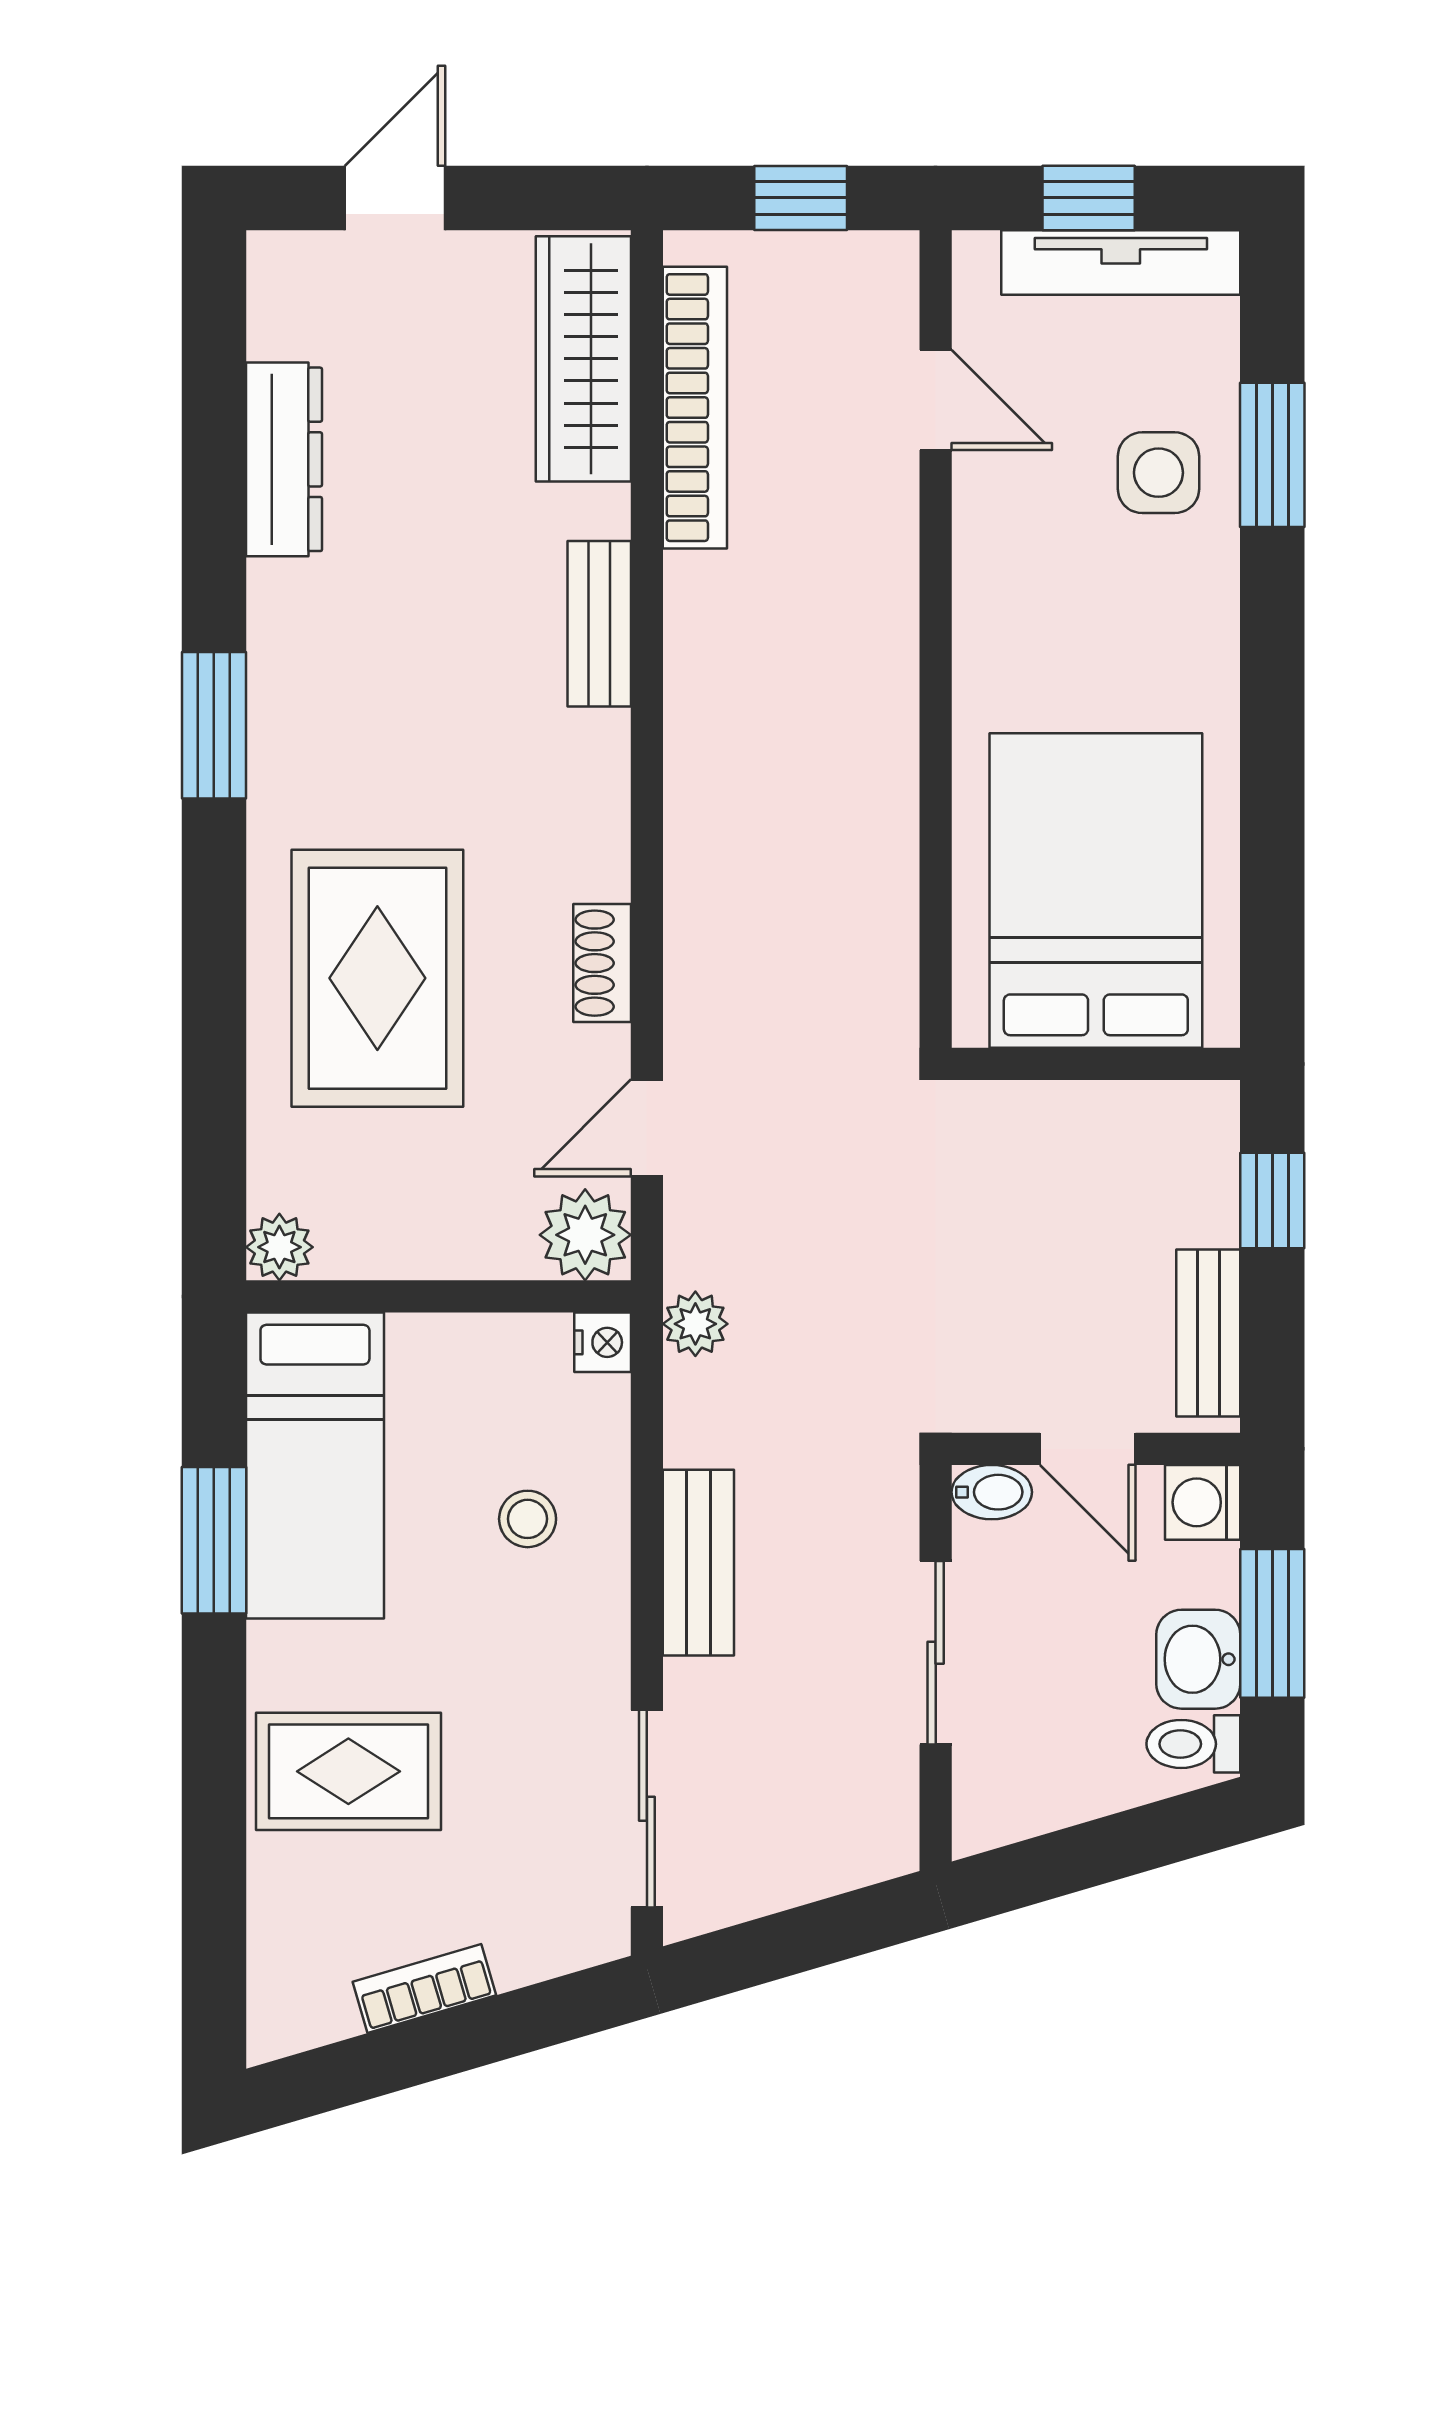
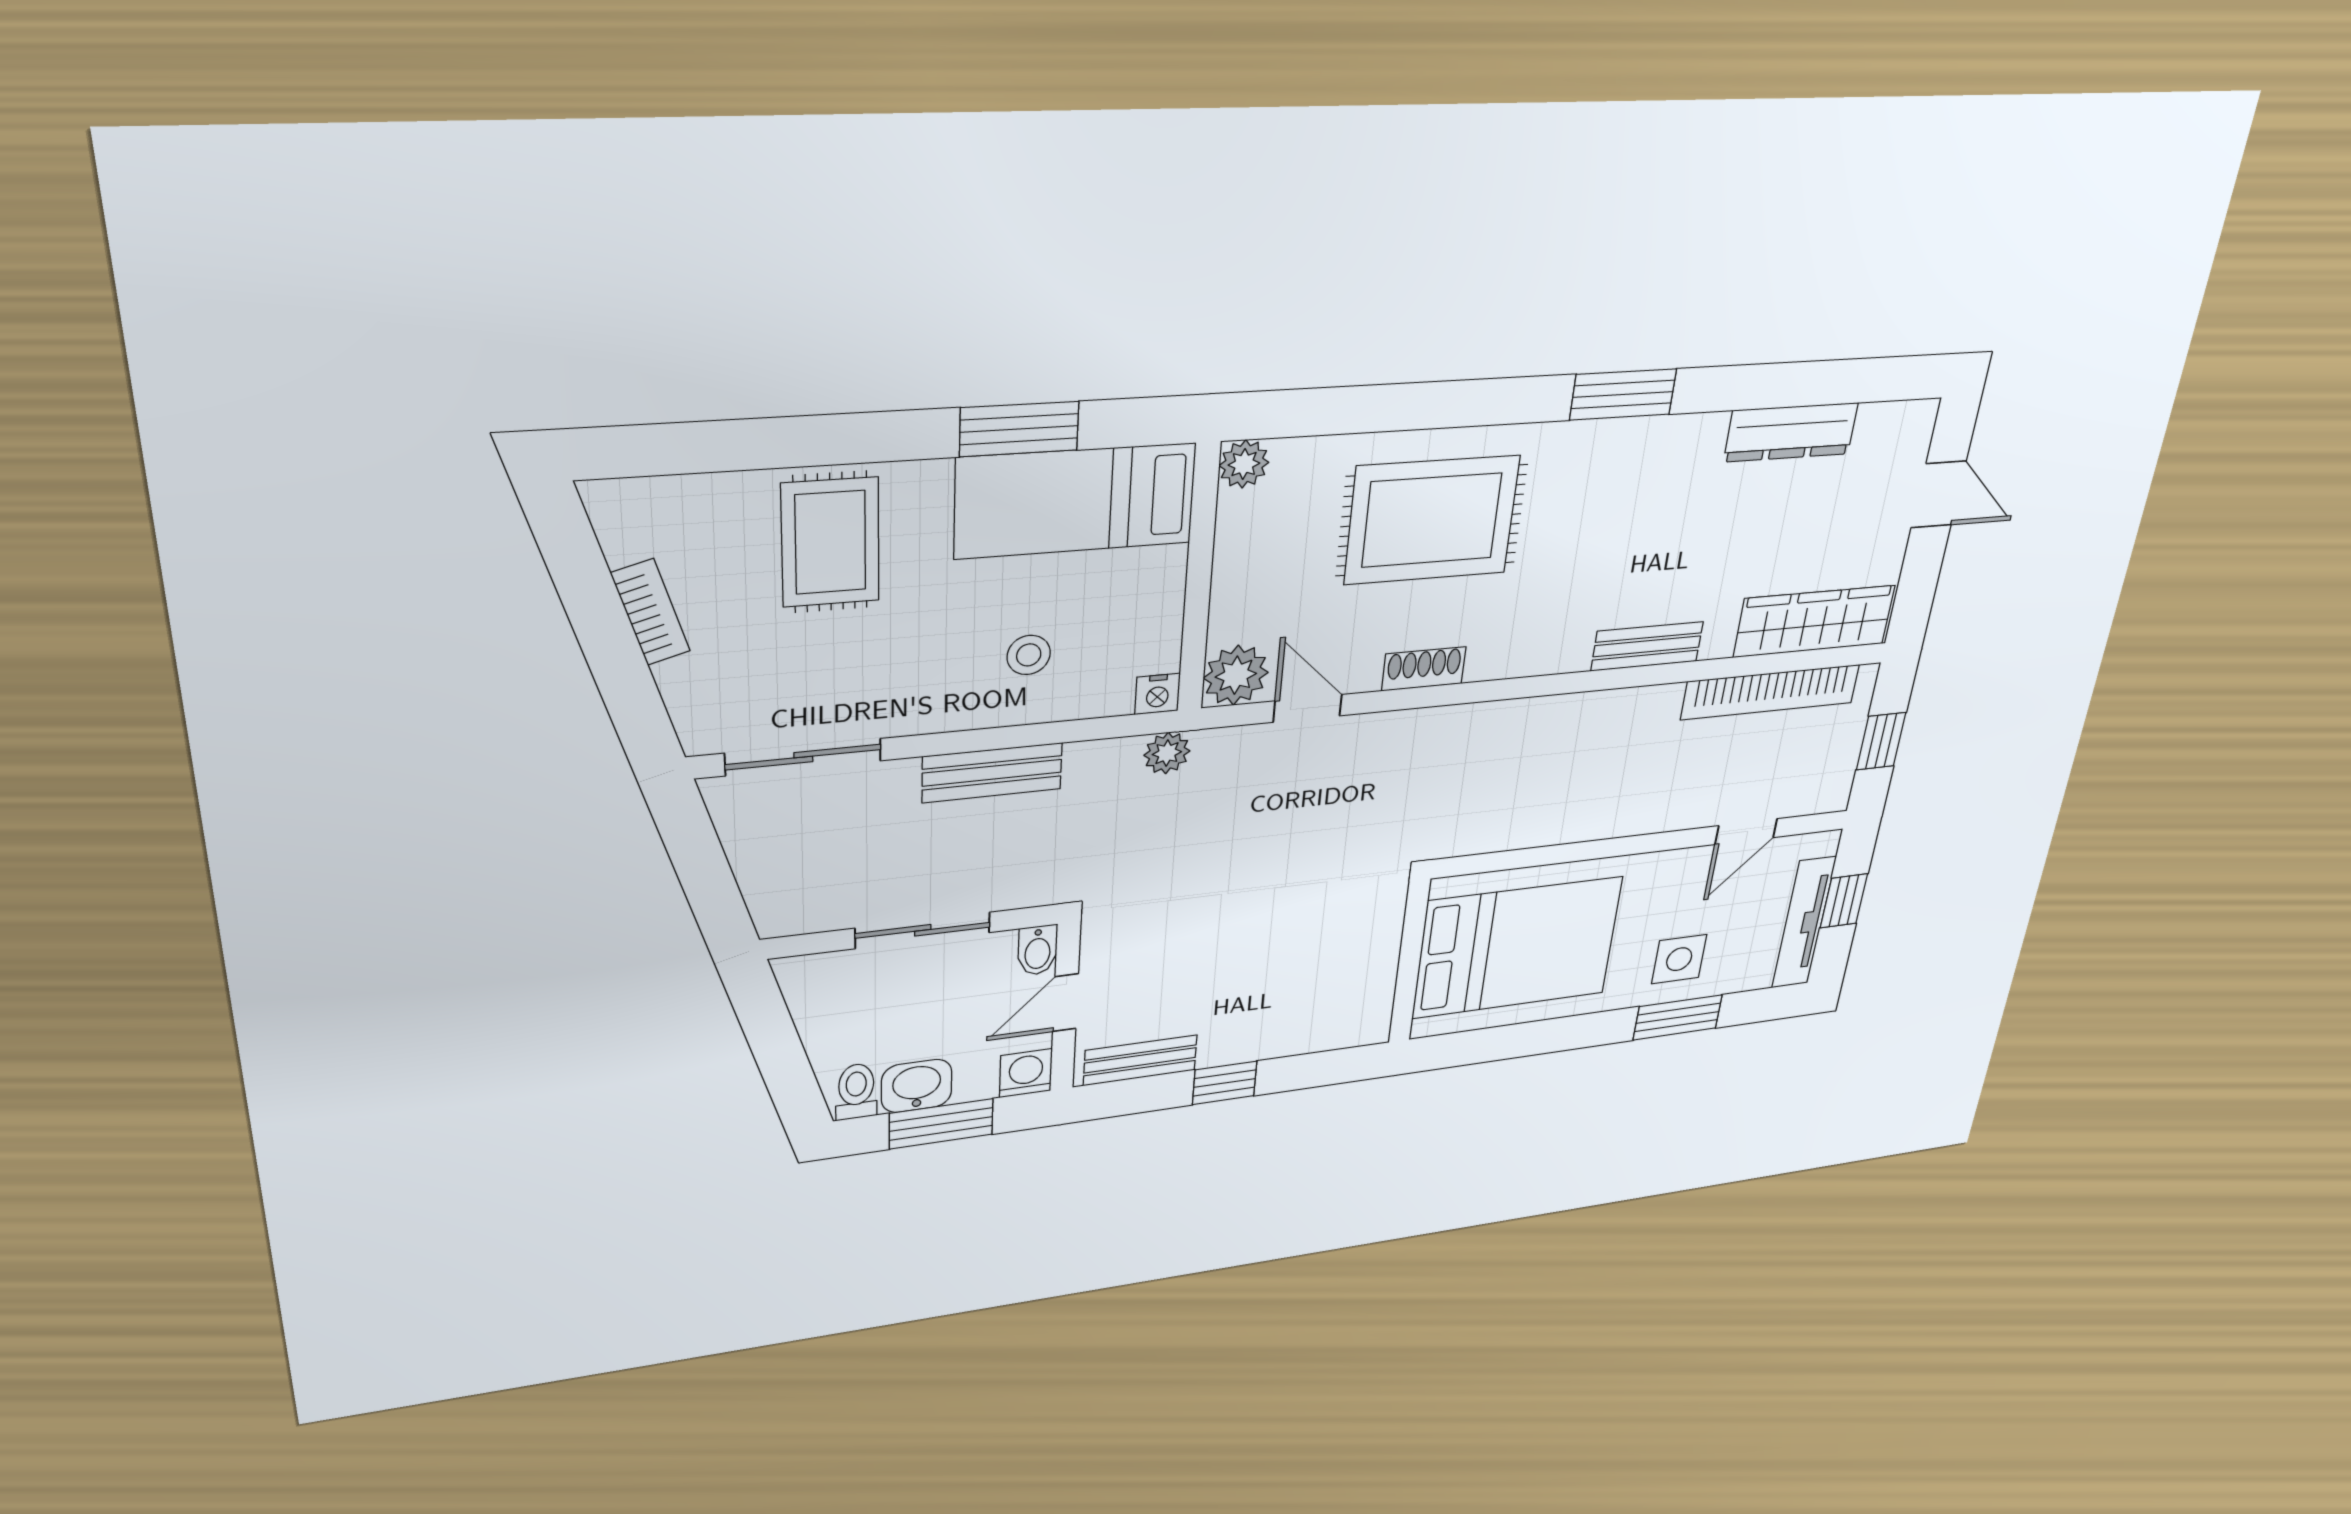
bed: (1096, 891) -> (1517, 948), moved
wall: (1096, 1064) -> (1409, 962), moved

